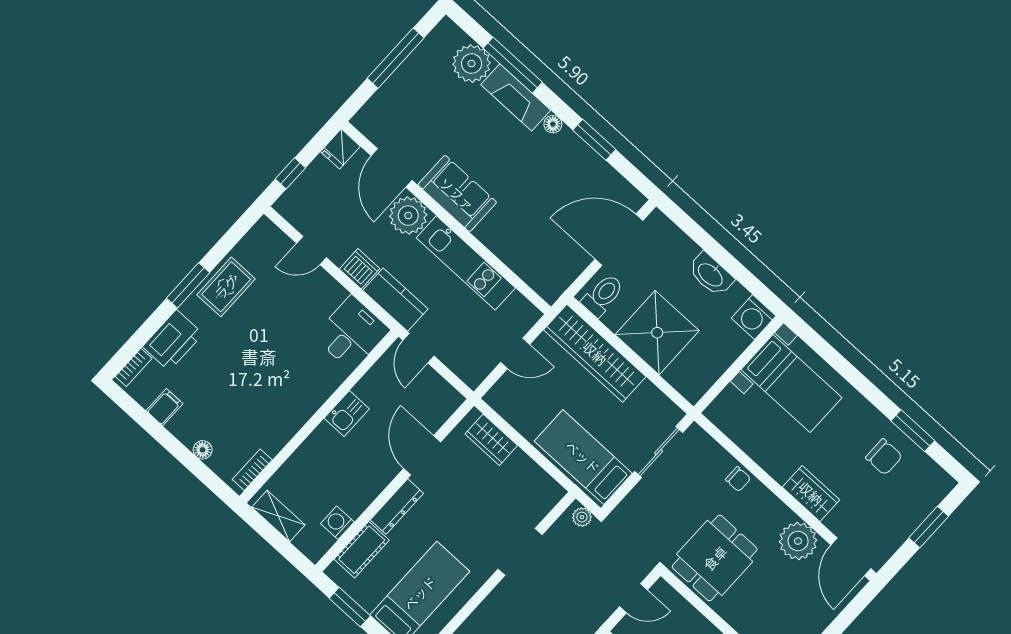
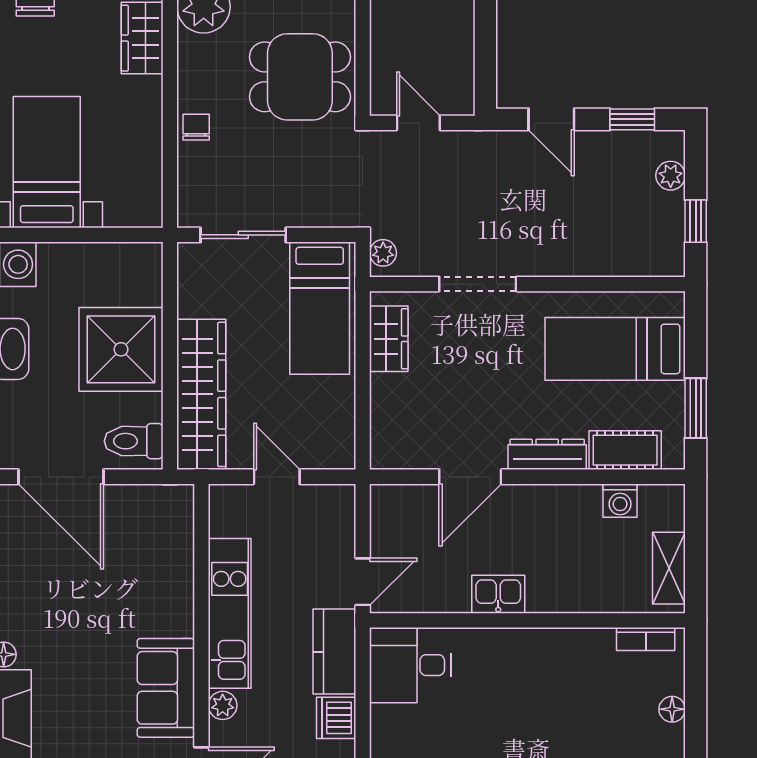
plant: (408, 216) -> (223, 705), width x0.53, depth x0.53
wardrobe: (491, 440) -> (389, 339), moved

